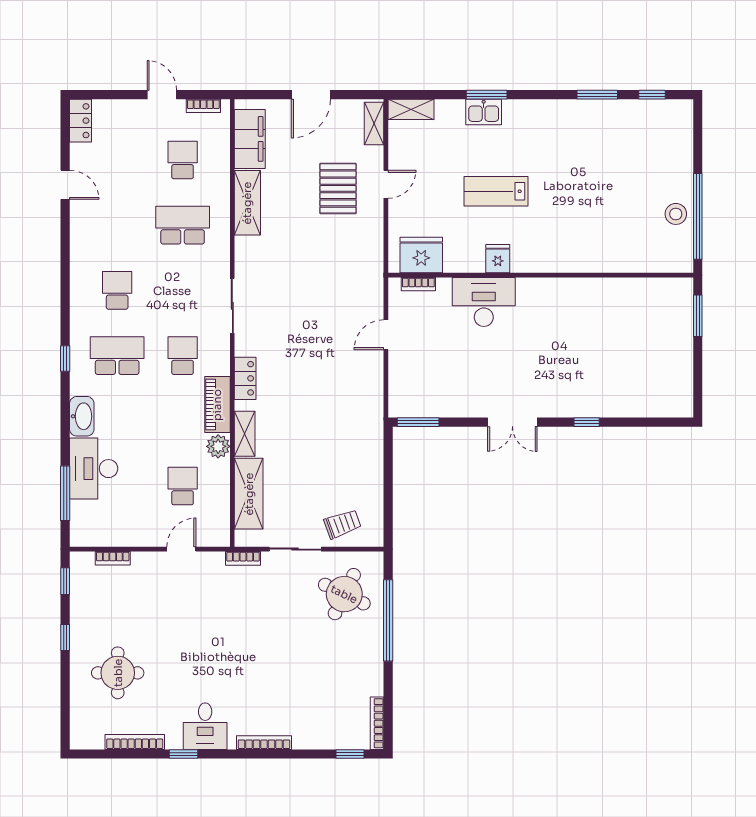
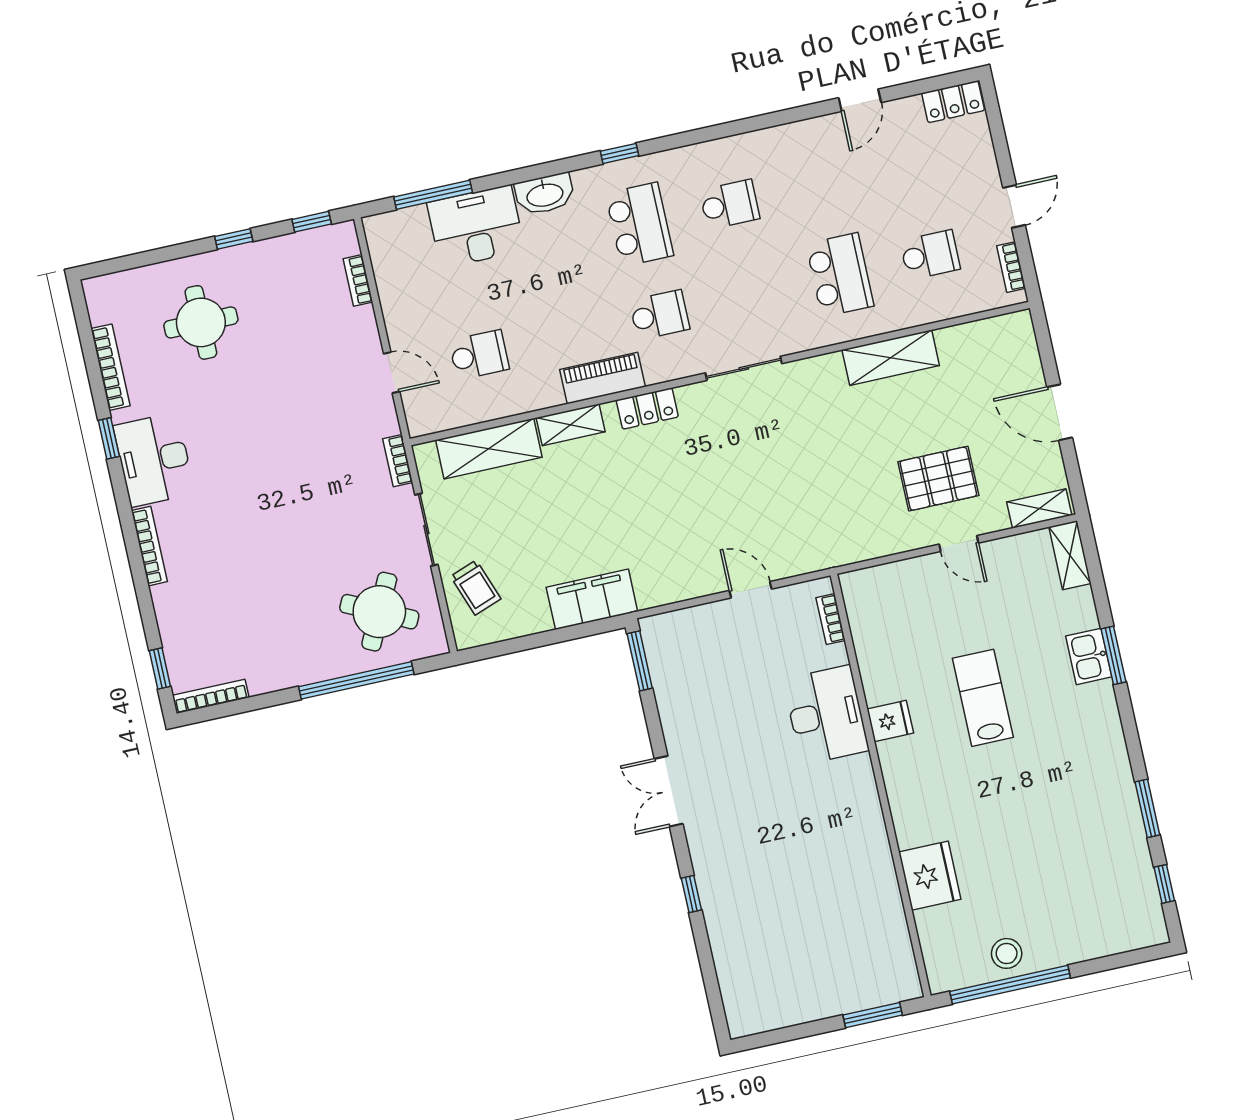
filing cabinet: (250, 139) -> (592, 599), moved, turned 180
fridge: (421, 255) -> (930, 876), moved
plant: (218, 446) -> (545, 392), removed
desk: (205, 726) -> (154, 460), width x1.37

